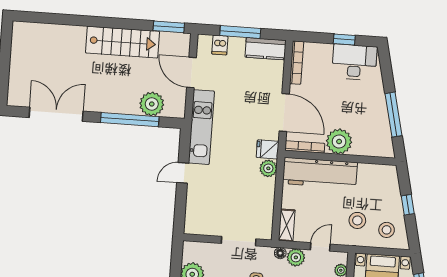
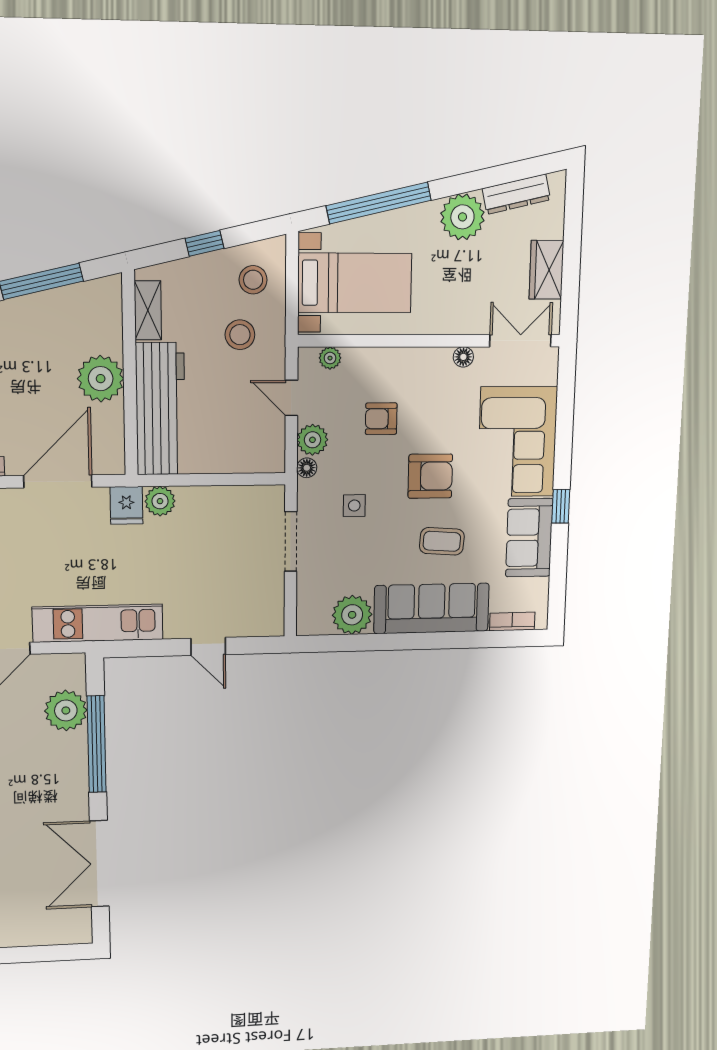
bookcase: (305, 147) -> (116, 440), removed
door: (183, 173) -> (208, 646), moved
shelving: (287, 225) -> (148, 310), moved, turned 90

